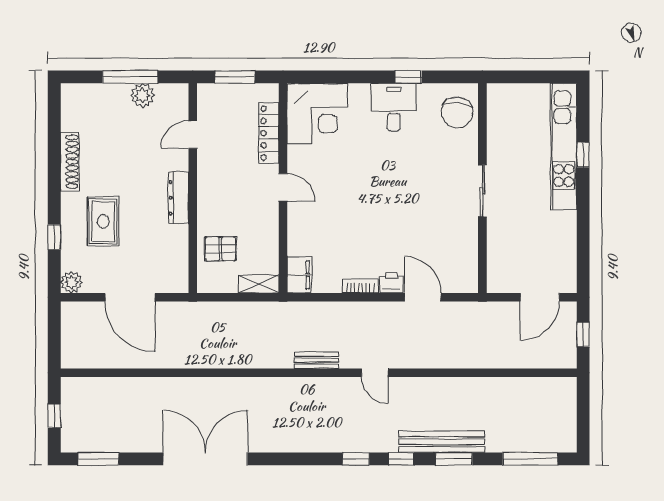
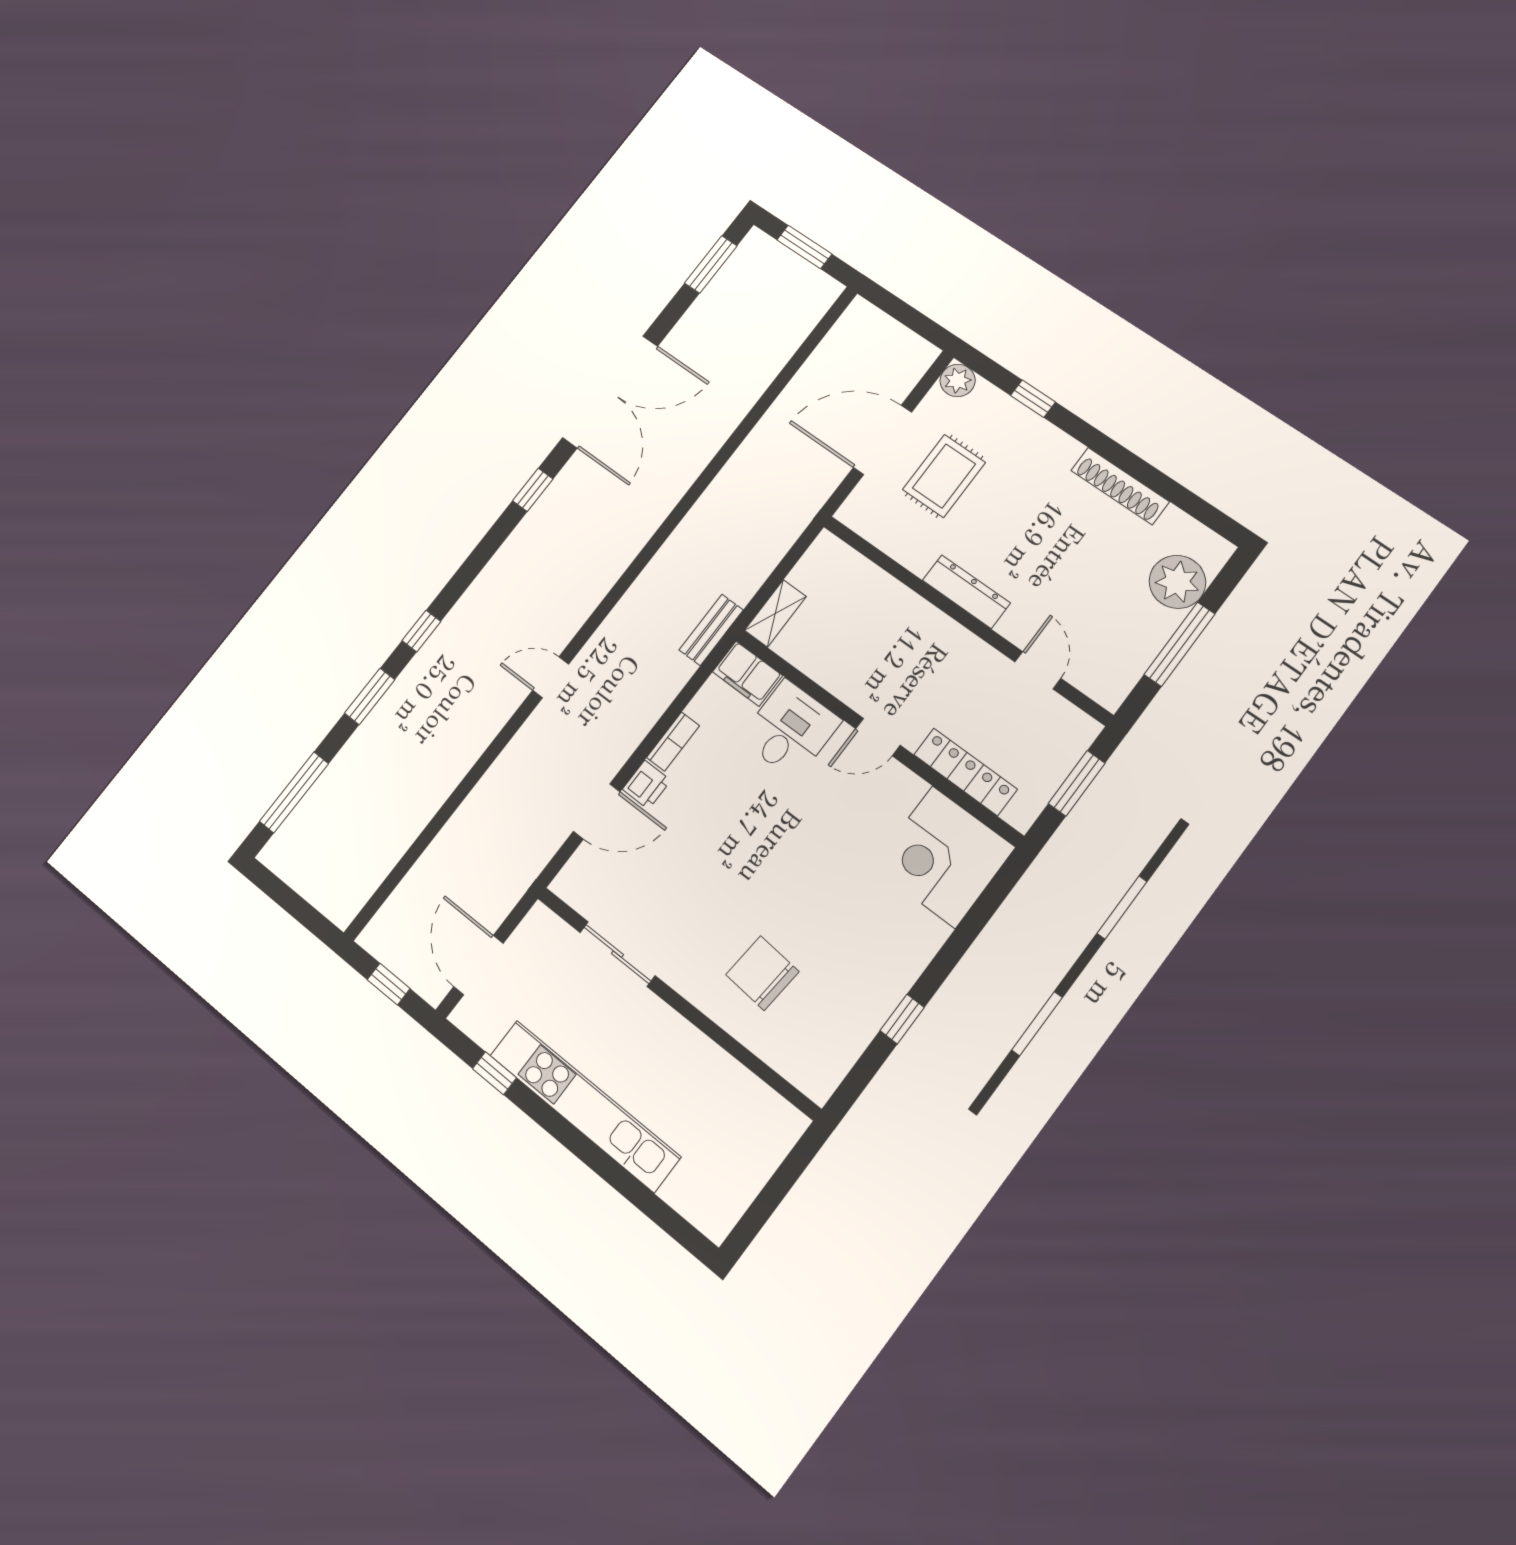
plant: (142, 95) -> (1177, 582), moved, width x1.36, depth x1.36
desk: (394, 107) -> (790, 730), moved, turned -90
chair: (457, 113) -> (762, 973), moved
kitchen unit: (564, 146) -> (585, 1106), moved
window: (583, 155) -> (494, 1073), moved
sliding door: (482, 191) -> (617, 954), moved
rug: (103, 221) -> (944, 476), moved, turned 90
pallet: (220, 249) -> (858, 597), removed
bench: (316, 360) -> (711, 630), moved
window: (54, 416) -> (804, 247), width x1.50
bench: (442, 442) -> (402, 697), removed
window: (356, 459) -> (533, 490), moved

